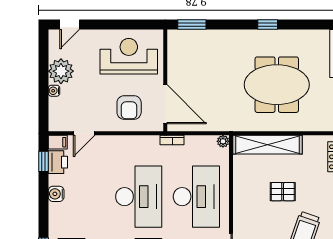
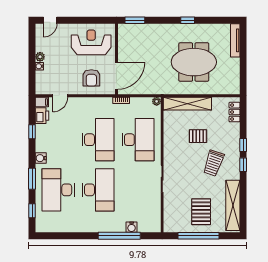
plant: (61, 71) -> (40, 57), width x0.53, depth x0.53
door: (165, 104) -> (116, 76), hinge flipped
window: (44, 161) -> (32, 132), moved
water cooler: (56, 194) -> (41, 158), moved

